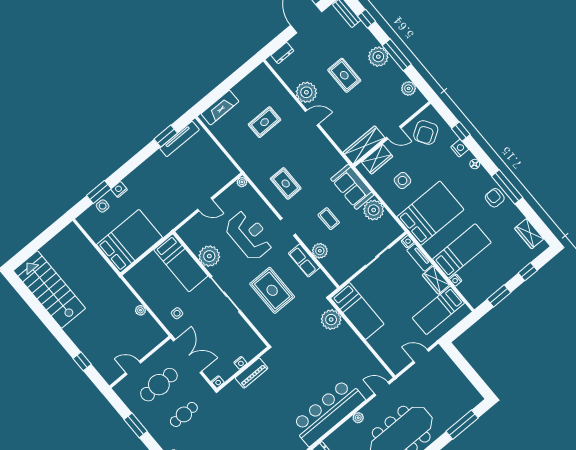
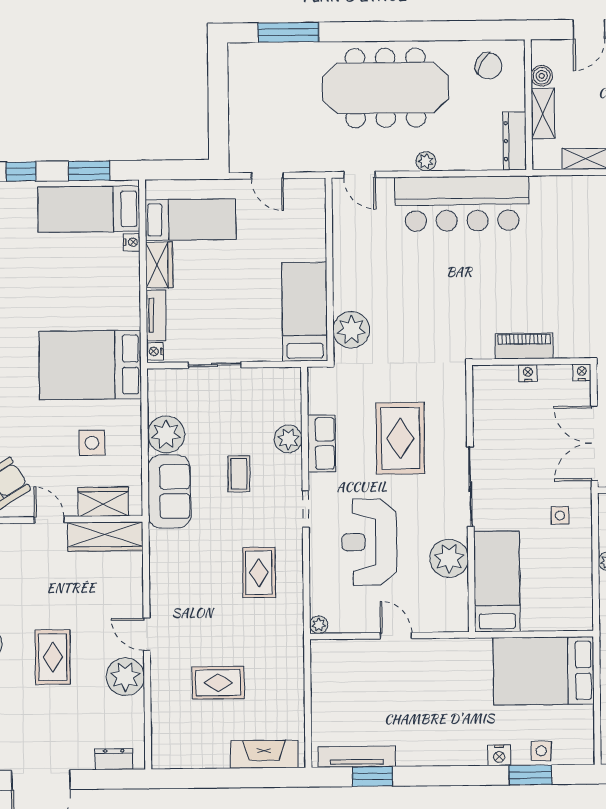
bed: (462, 251) -> (89, 209), moved

